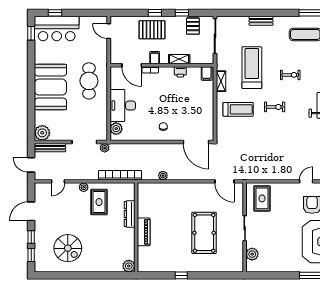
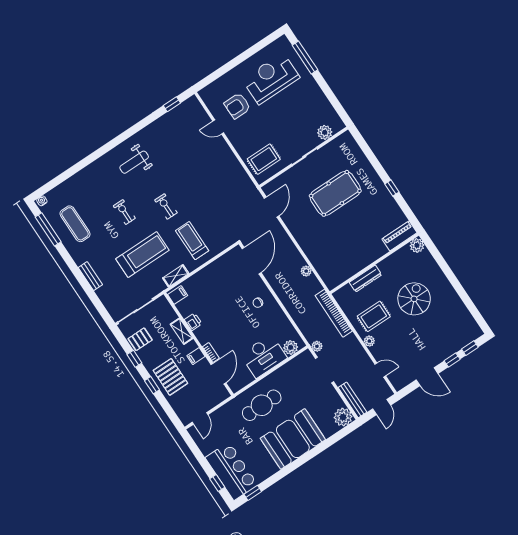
treadmill: (252, 68) -> (142, 254), turned 180
piano: (144, 232) -> (399, 236), moved
spiral stairs: (68, 248) -> (414, 299), moved

